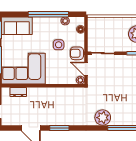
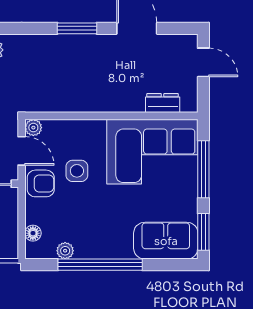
side table: (59, 45) -> (77, 171), moved

